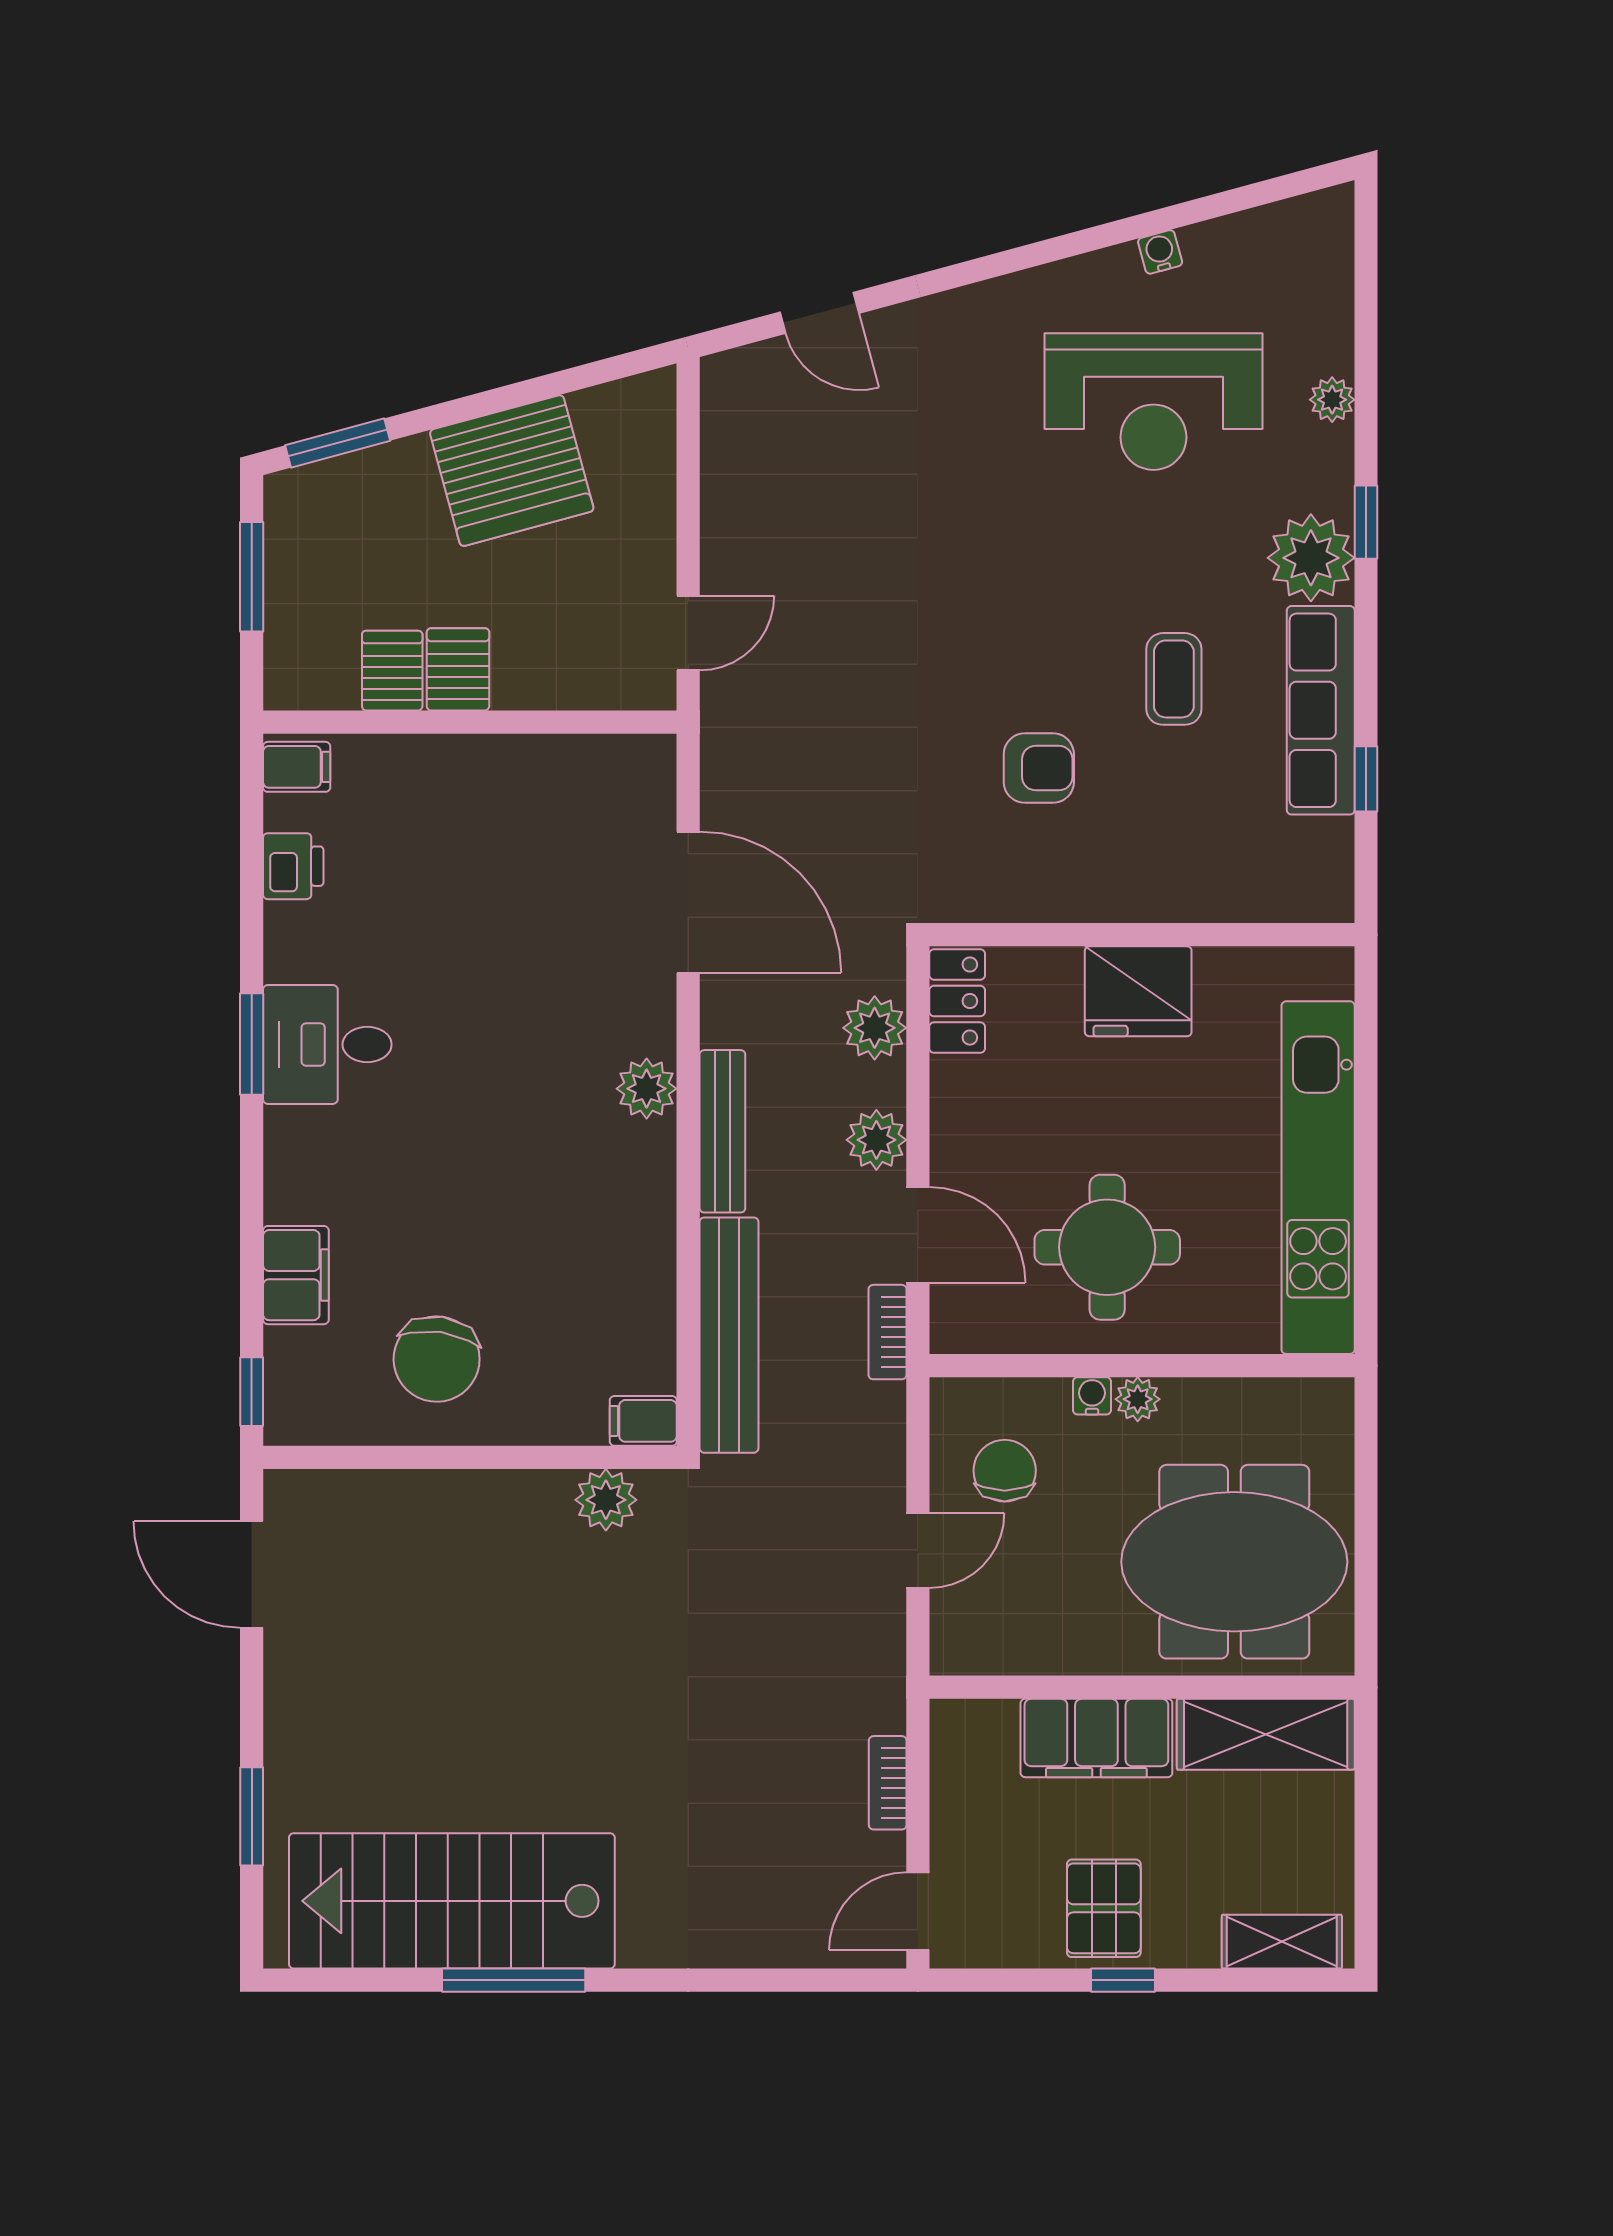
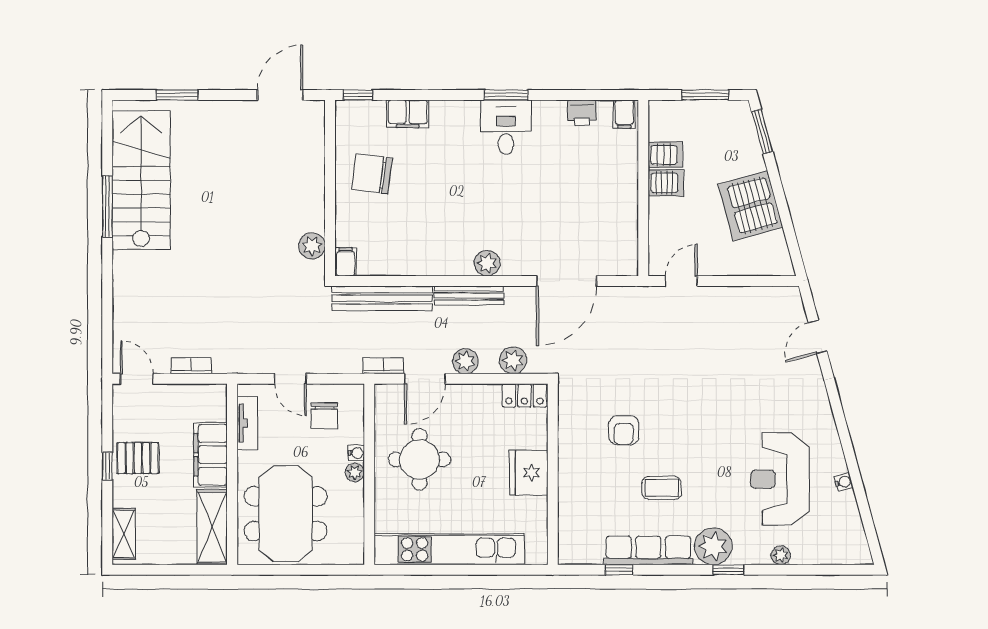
door: (688, 633) -> (681, 281), swing flipped
chair: (1005, 1471) -> (324, 416), turned 90
tv unit: (1022, 1652) -> (247, 423), added

